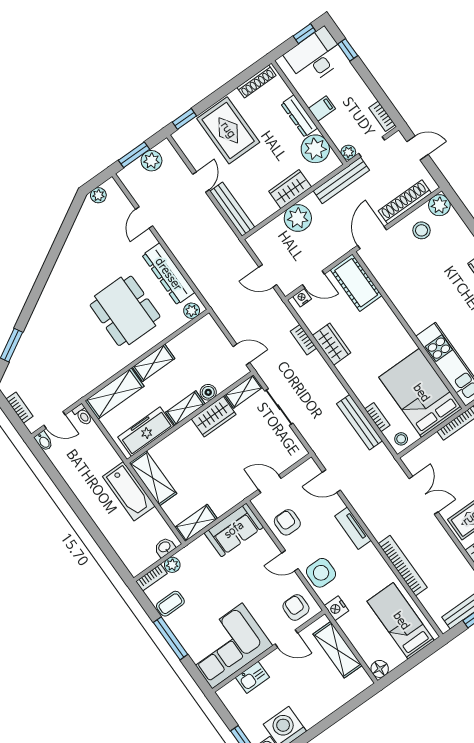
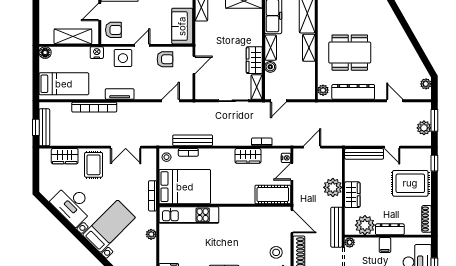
tv unit: (353, 528) -> (120, 94), moved

